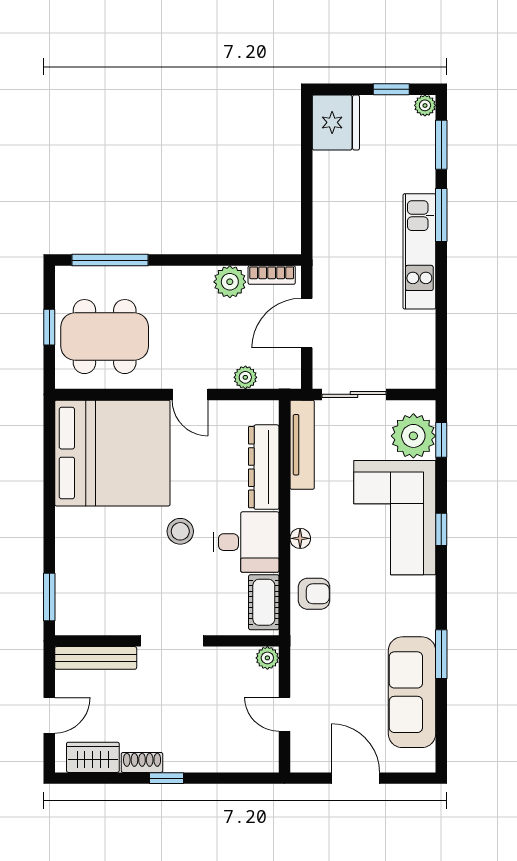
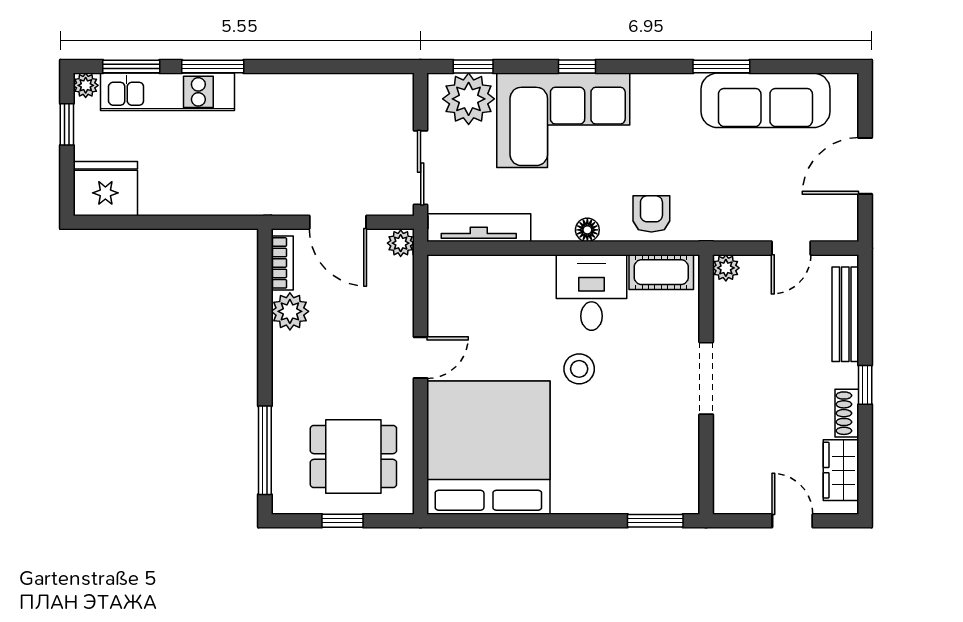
kitchen unit: (419, 251) -> (168, 92), moved
dining table: (105, 337) -> (353, 456), width x0.73
plant: (245, 377) -> (401, 243), moved
dresser: (264, 467) -> (505, 272), removed
bench: (96, 658) -> (845, 314), moved

